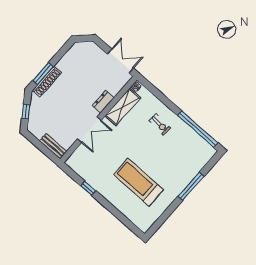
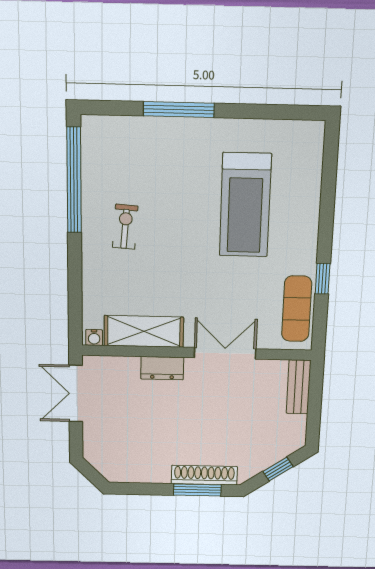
exercise bike: (160, 124) -> (125, 227), moved
exercise mat: (85, 170) -> (297, 309), added

